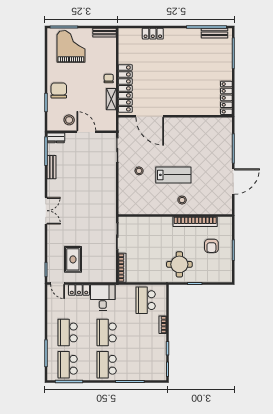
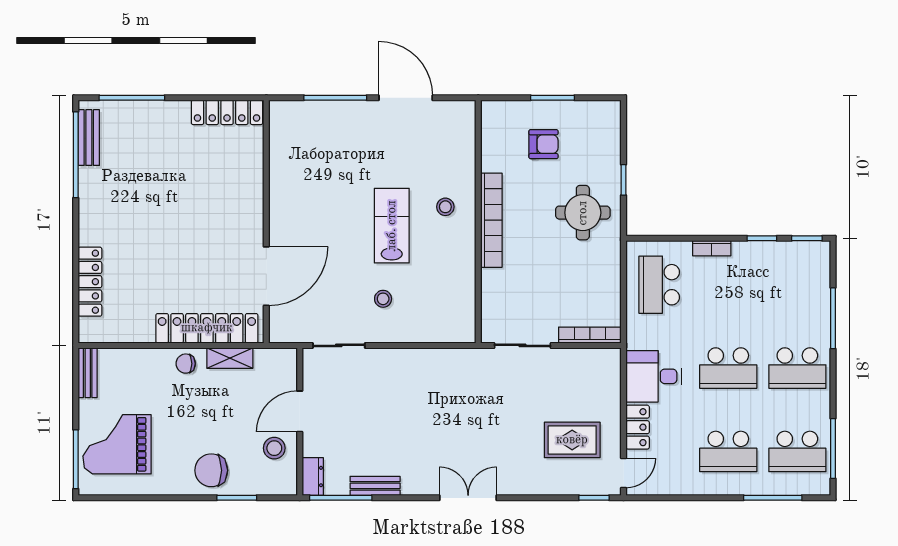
locker: (153, 34) -> (90, 282), width x1.53
bookcase: (195, 222) -> (491, 220), moved
school desk: (146, 300) -> (659, 285), turned 90

